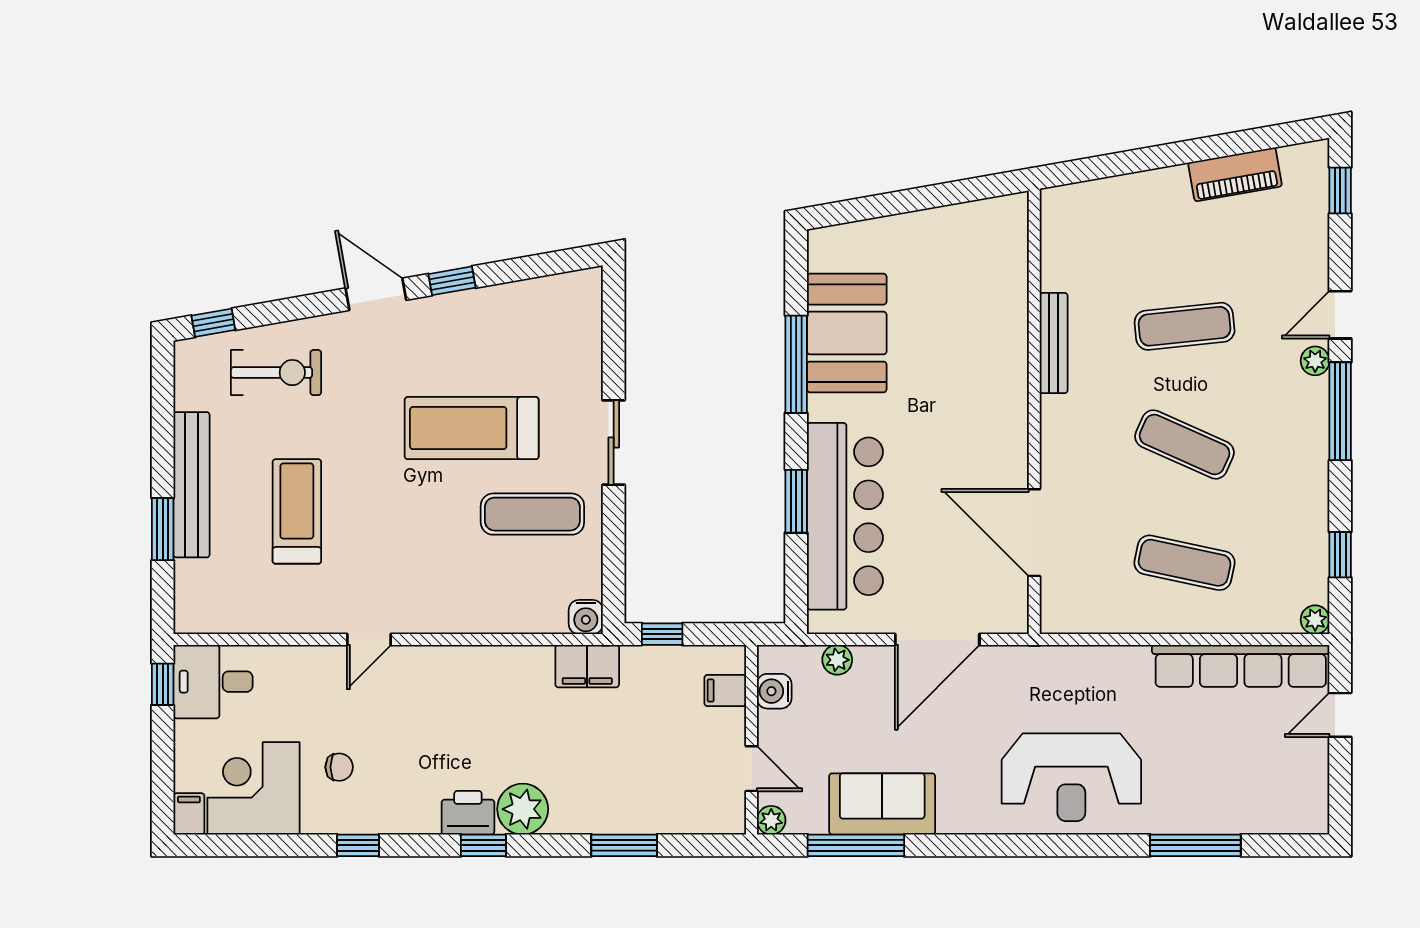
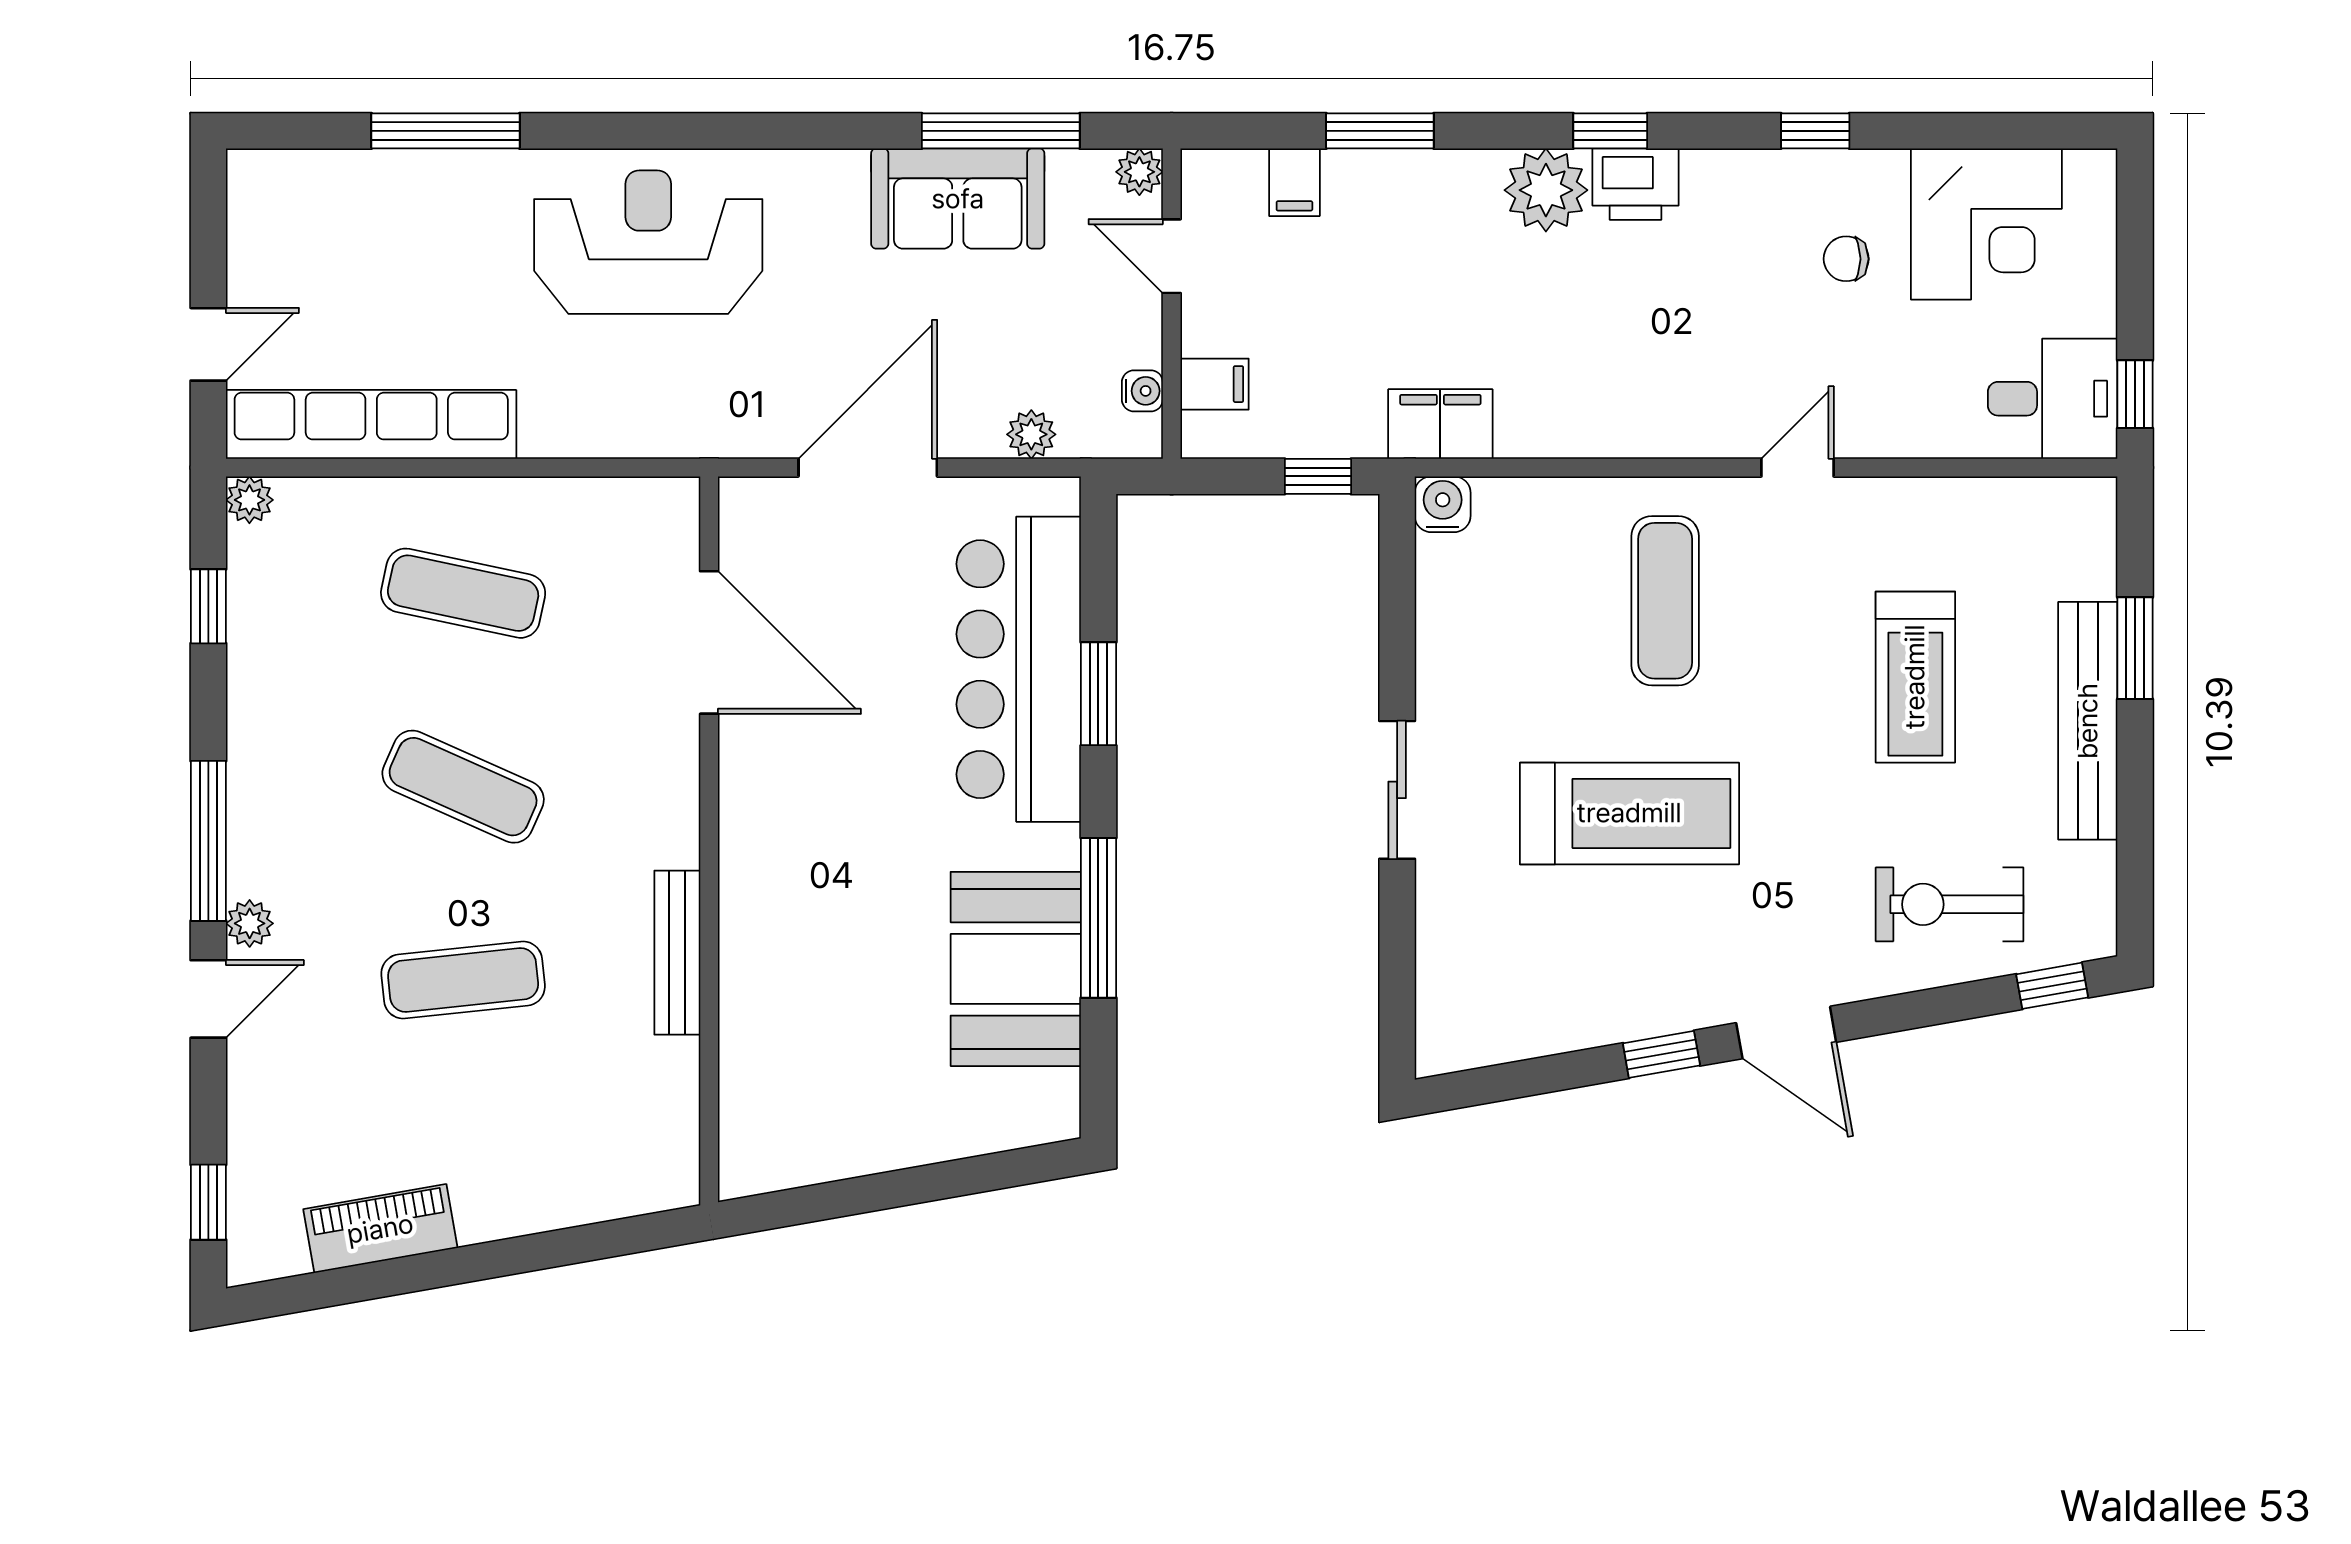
exercise mat: (532, 514) -> (1665, 601), moved, turned 90
water cooler: (774, 691) -> (1142, 391), width x0.72, depth x0.72
filing cabinet: (189, 814) -> (1294, 182), moved

